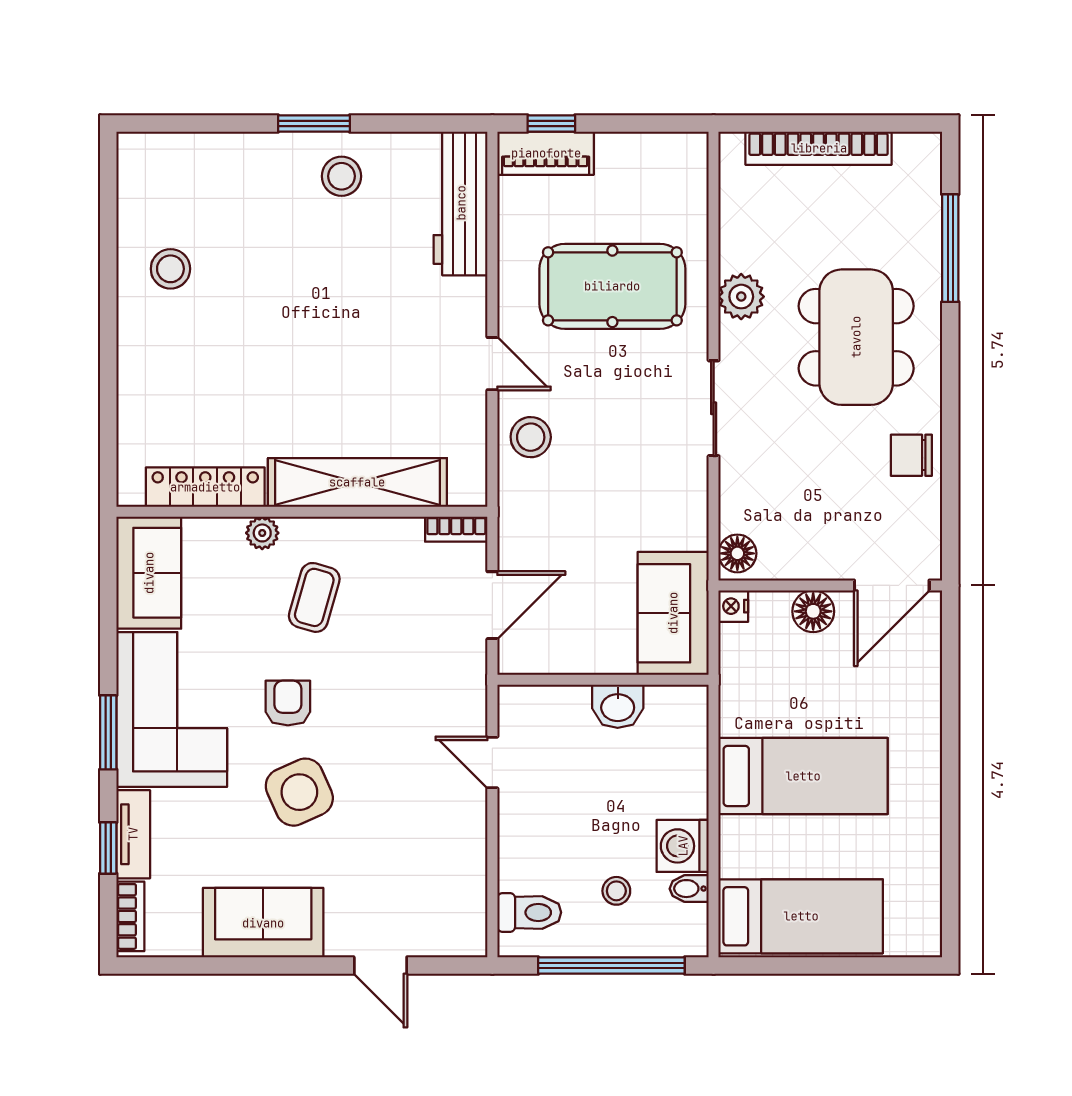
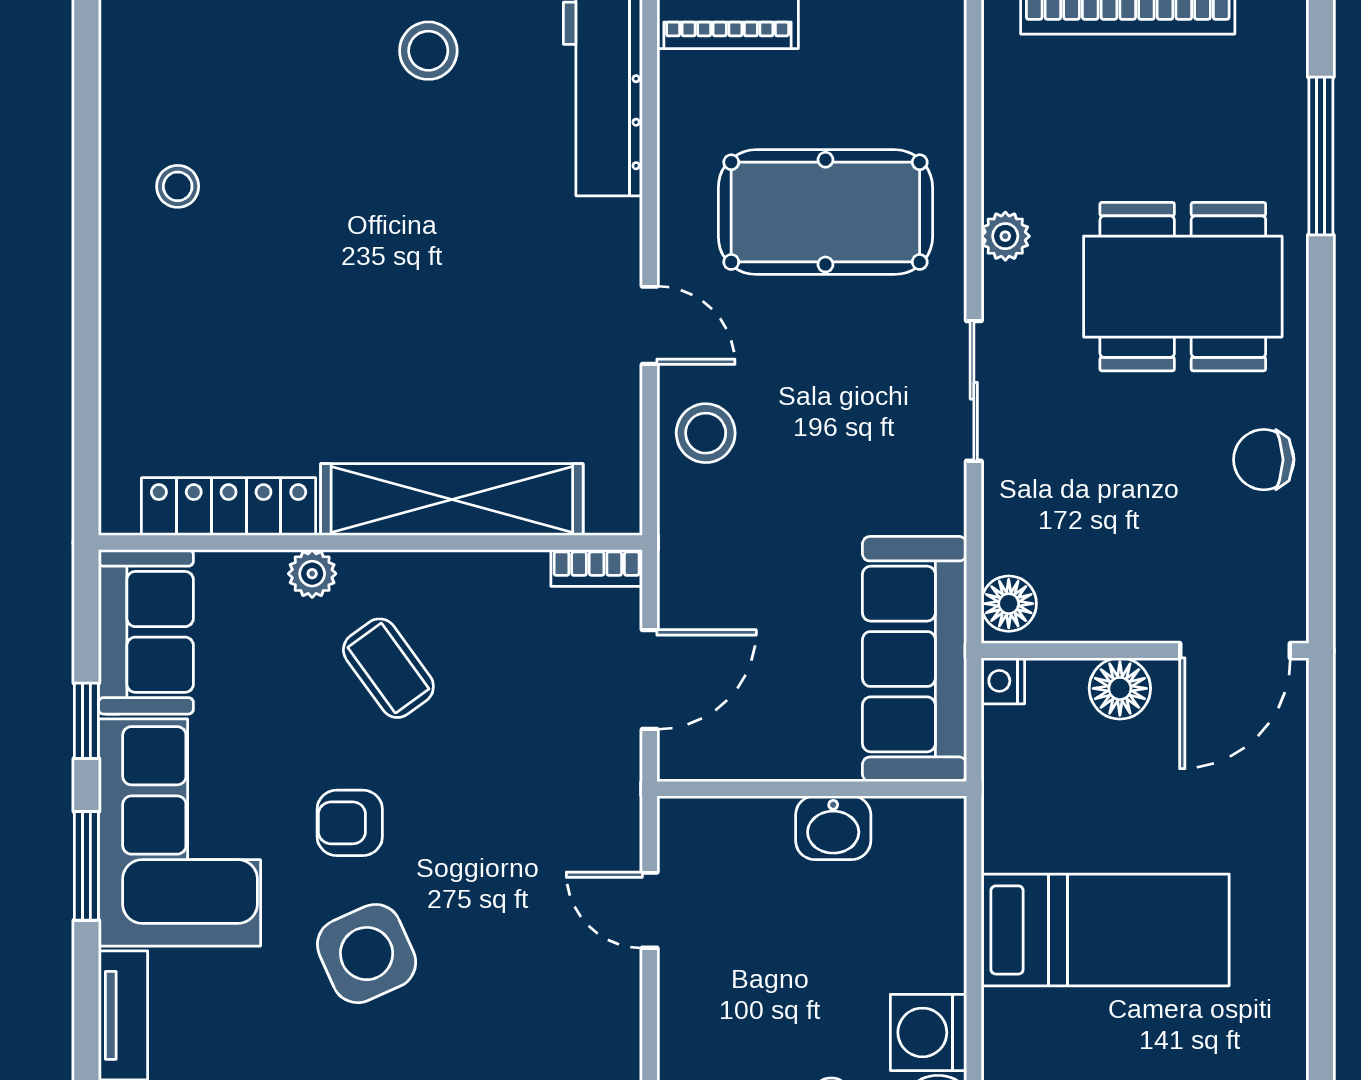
stool: (170, 269) -> (178, 186), width x0.73, depth x0.73
plant: (741, 297) -> (1005, 236), width x0.73, depth x0.73
dining table: (856, 337) -> (1183, 287), turned 90
coffee table: (314, 597) -> (388, 668), turned -52
sofa: (673, 613) -> (915, 659), width x1.36
armchair: (288, 703) -> (350, 823), turned -90
window: (108, 848) -> (86, 721), moved

